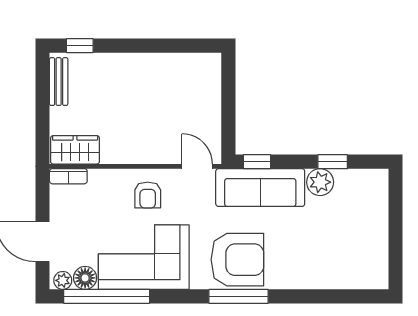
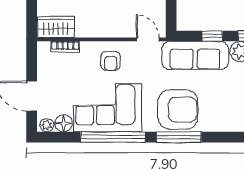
window: (257, 162) -> (212, 36), moved
bookcase: (68, 176) -> (65, 47), moved
window: (107, 296) -> (113, 137), moved

